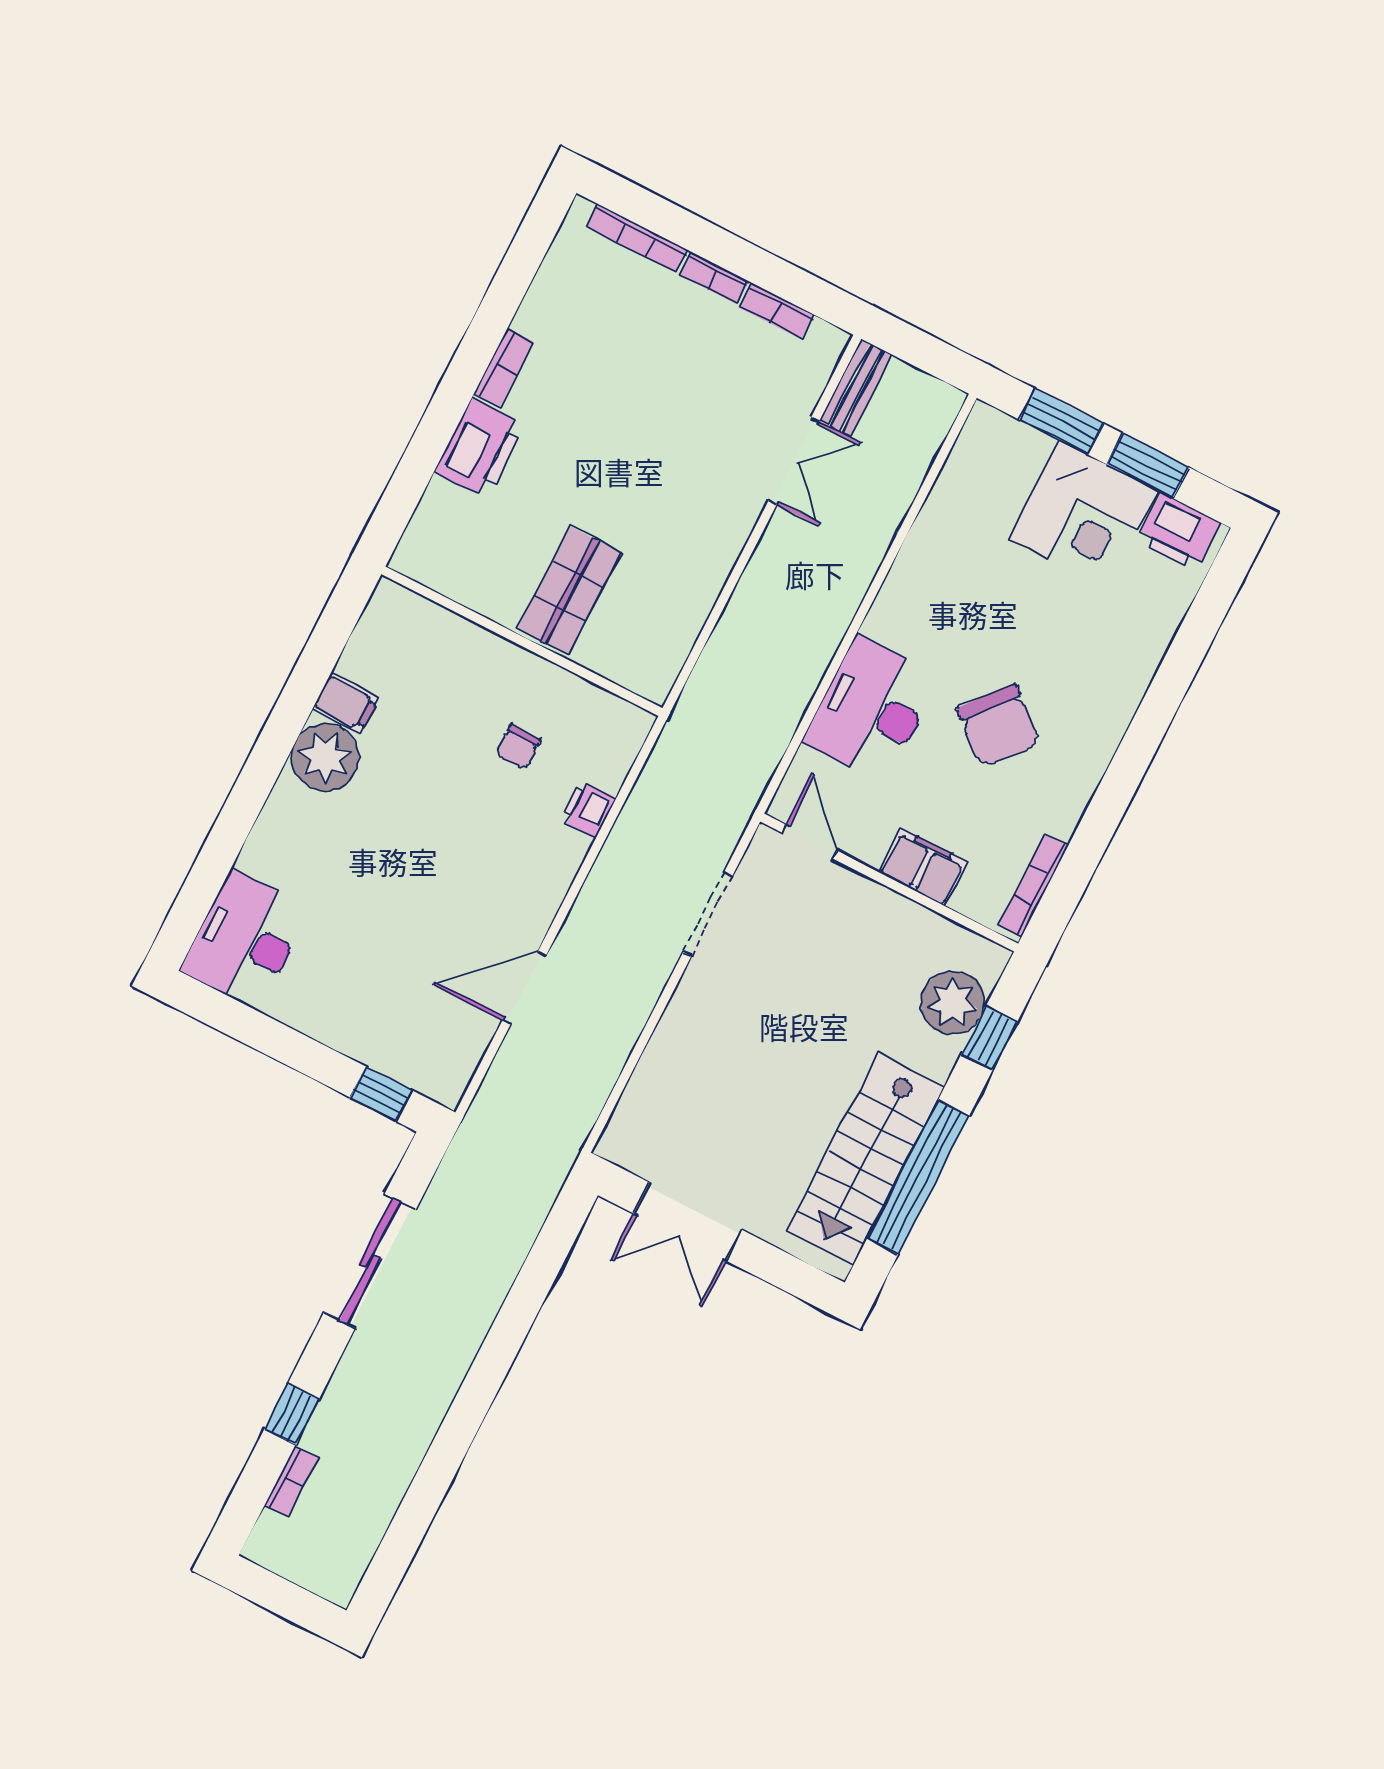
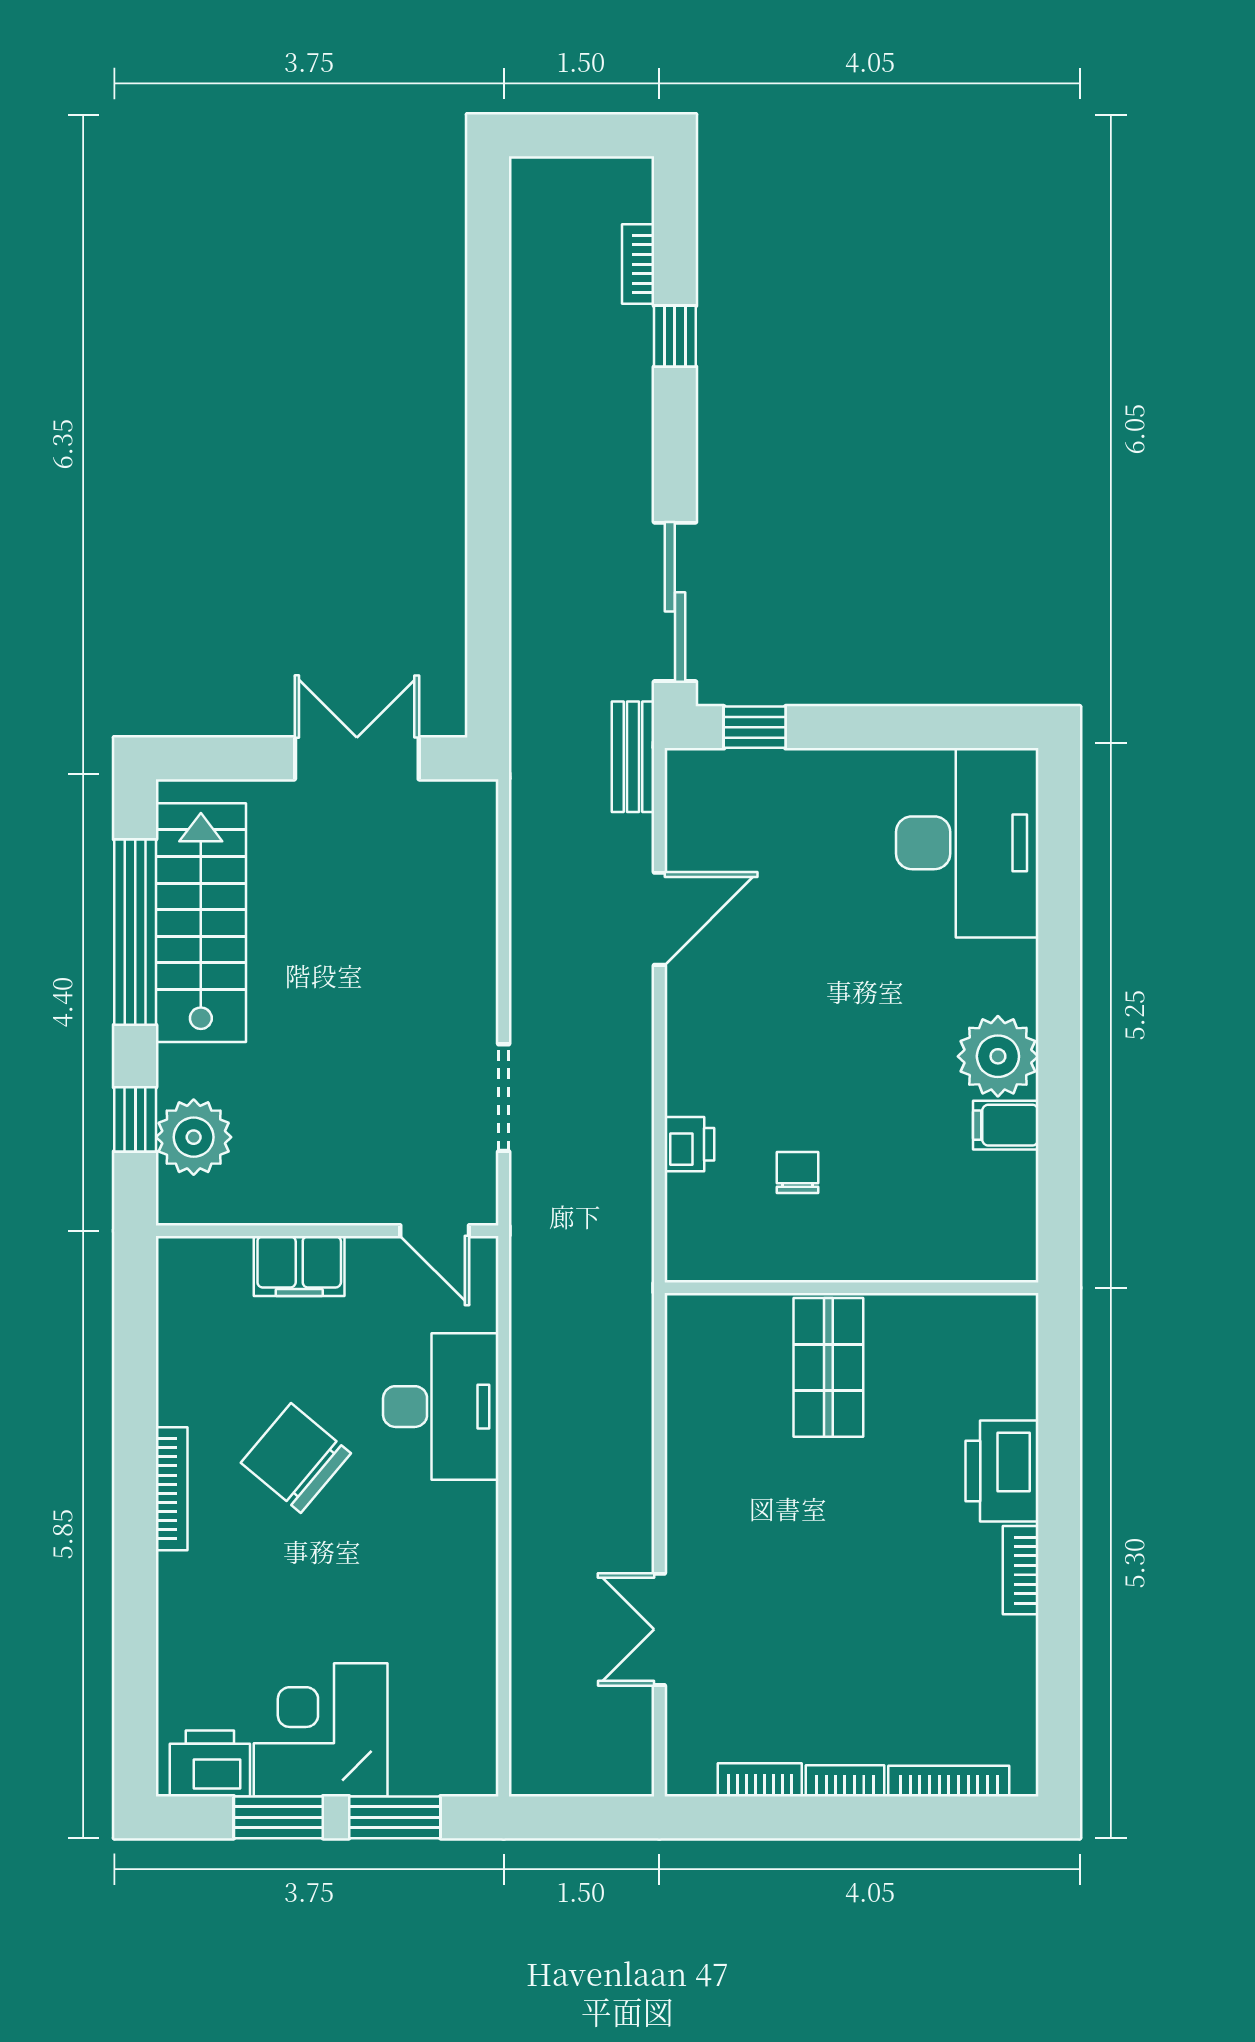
bench: (856, 388) -> (633, 757), moved
bookcase: (1033, 886) -> (172, 1489), moved
desk: (245, 940) -> (967, 843), width x1.36, depth x1.30
sliding door: (370, 1261) -> (675, 602), moved

